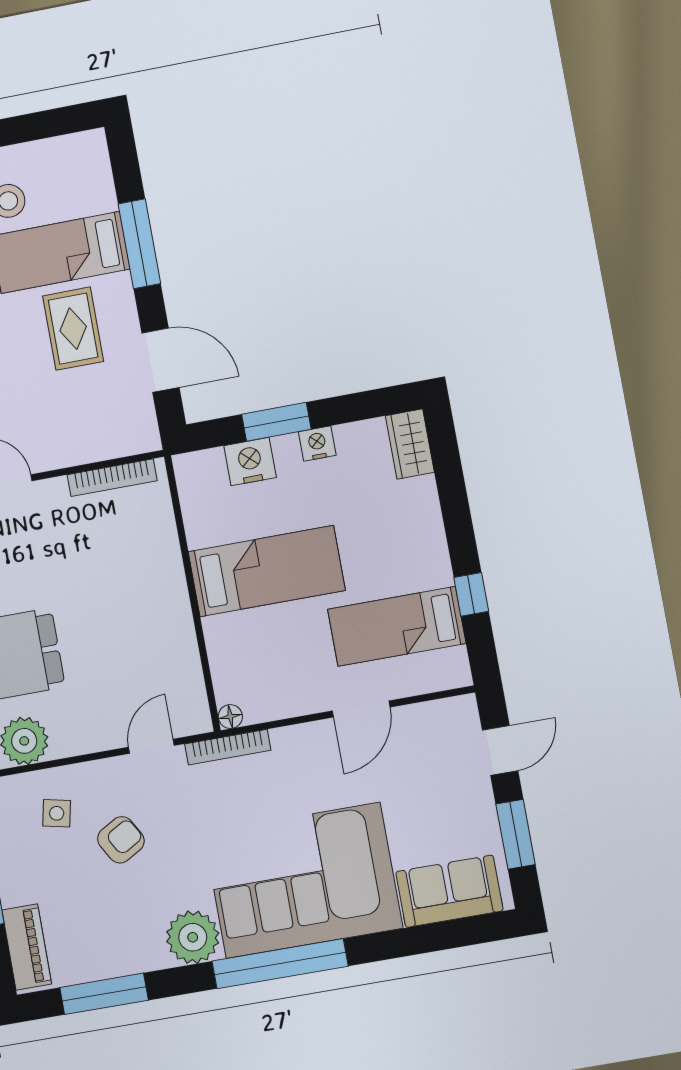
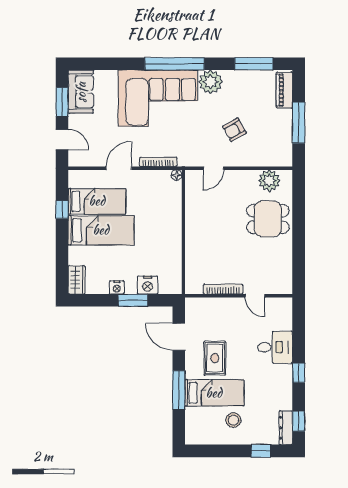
bookcase: (112, 478) -> (223, 289), moved
bed: (267, 571) -> (101, 230), moved, turned 180
bookcase: (228, 747) -> (158, 162), moved
door: (500, 750) -> (62, 140), swing flipped
side table: (57, 813) -> (261, 146), removed
sofa: (449, 891) -> (81, 92), moved, turned -90

